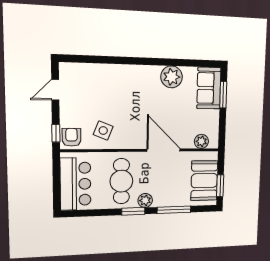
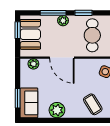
coffee table: (121, 84) -> (93, 104), added
plant: (145, 200) -> (63, 21), moved

